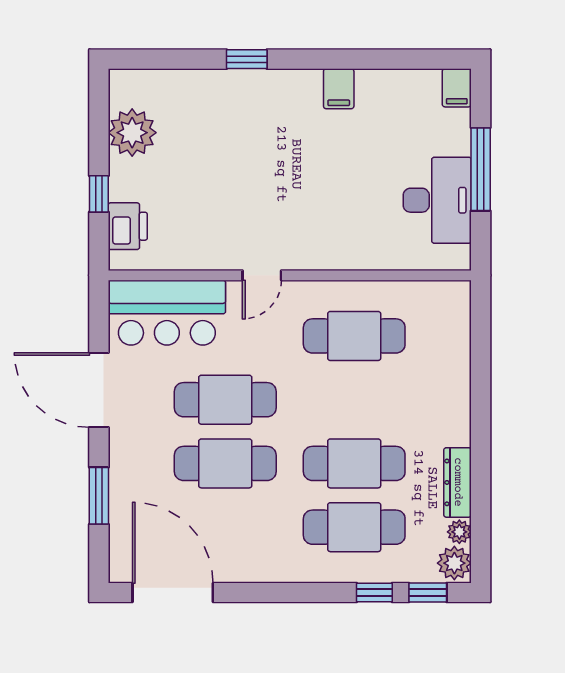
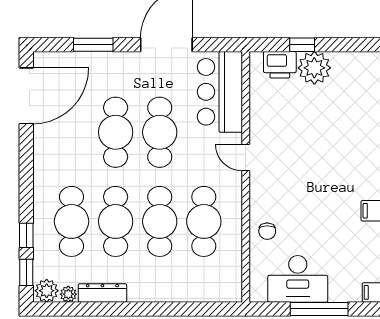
plant: (132, 133) -> (314, 68), moved
chair: (368, 244) -> (267, 231), added
cafe table: (354, 400) -> (160, 221), added

